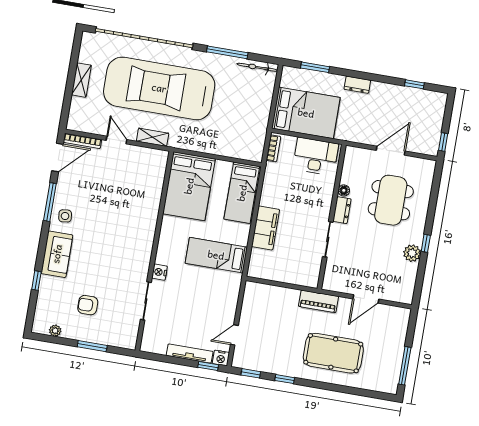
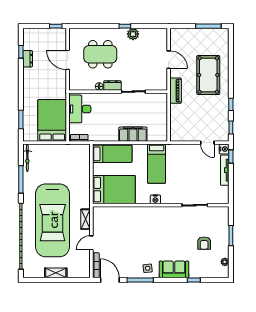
dresser: (357, 85) -> (28, 59), moved
nightstand: (160, 272) -> (155, 199), moved

